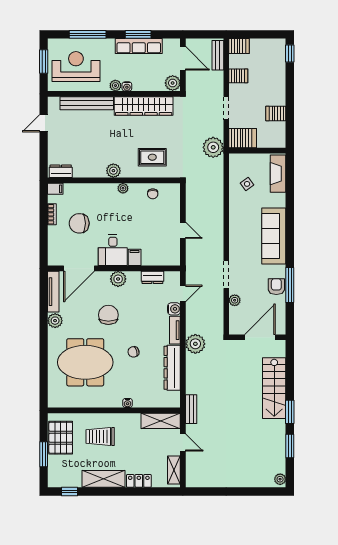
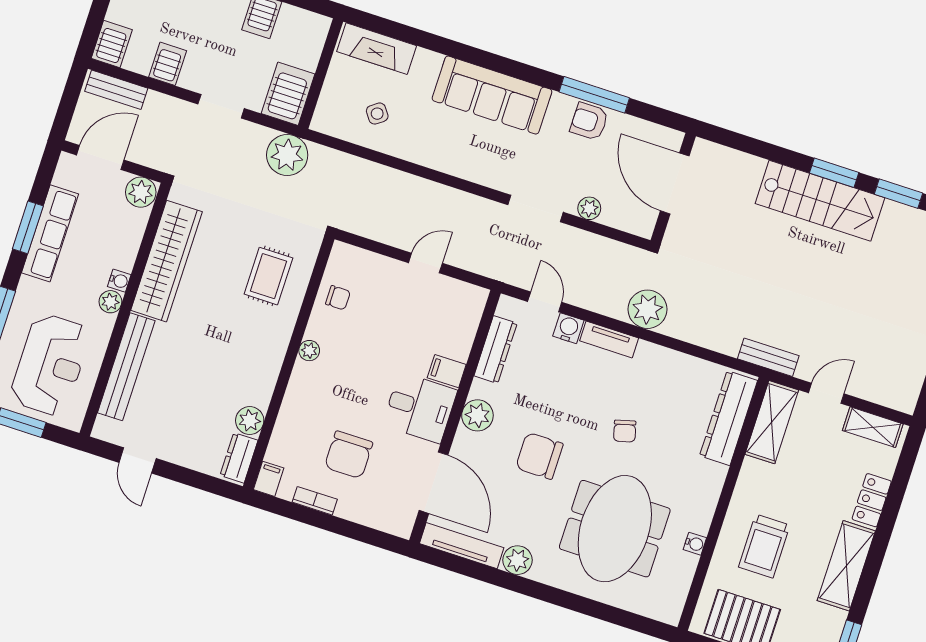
reception desk: (76, 66) -> (50, 365), turned 180
plant: (113, 171) -> (250, 421), moved
dresser: (152, 277) -> (496, 350), width x1.44
dresser: (172, 368) -> (729, 418), moved, turned 90
stairs: (274, 388) -> (820, 201), moved
water cooler: (128, 403) -> (695, 544), moved

